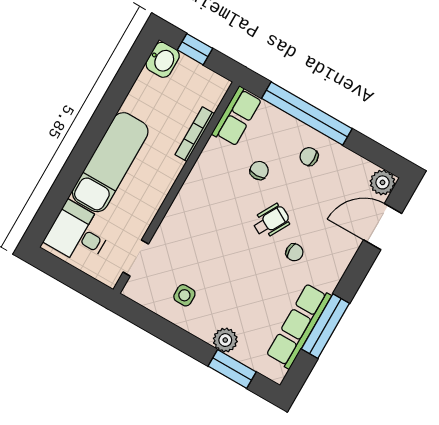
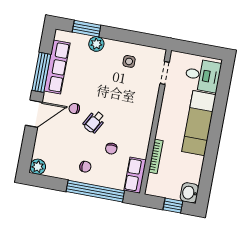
door: (383, 227) -> (34, 114), moved

